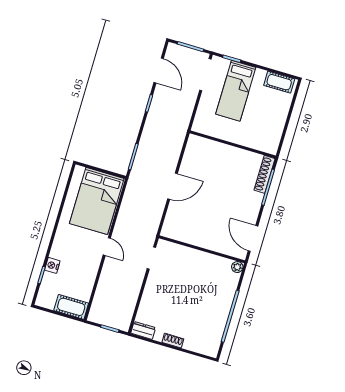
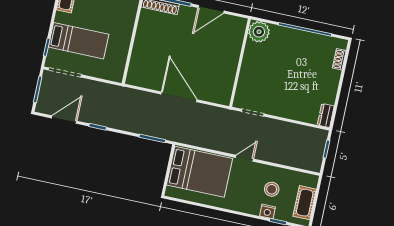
door: (173, 186) -> (179, 97), width x1.36
door: (253, 238) -> (211, 9), moved
plant: (237, 267) -> (259, 32), width x1.87, depth x1.87
stool: (74, 271) -> (272, 189), added
cot: (71, 307) -> (305, 203), moved
shoe rack: (173, 341) -> (339, 59), moved

